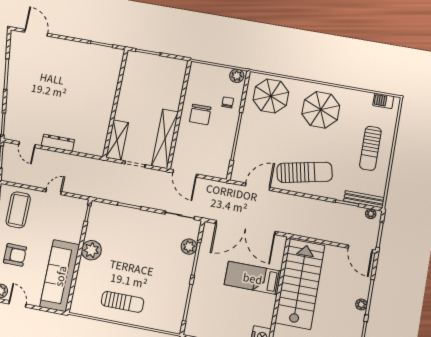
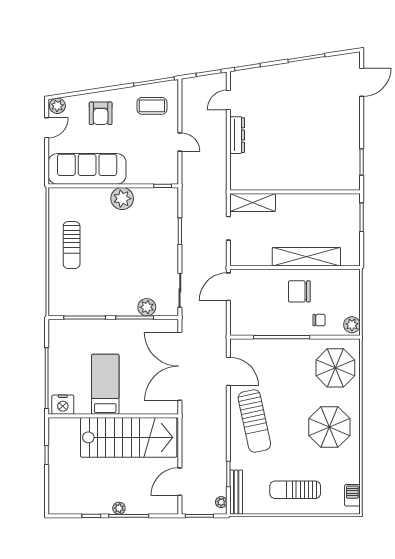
shelving: (165, 139) -> (306, 257), moved
coffee table: (18, 210) -> (152, 106), width x0.73, depth x0.76
door: (360, 249) -> (180, 482), moved
bed: (253, 278) -> (105, 384), moved

